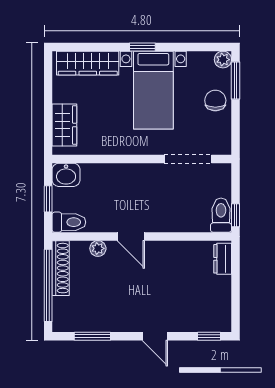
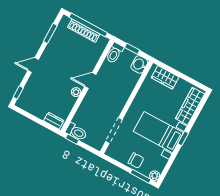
plant: (98, 248) -> (76, 92), moved
shoe rack: (61, 268) -> (84, 31), moved

